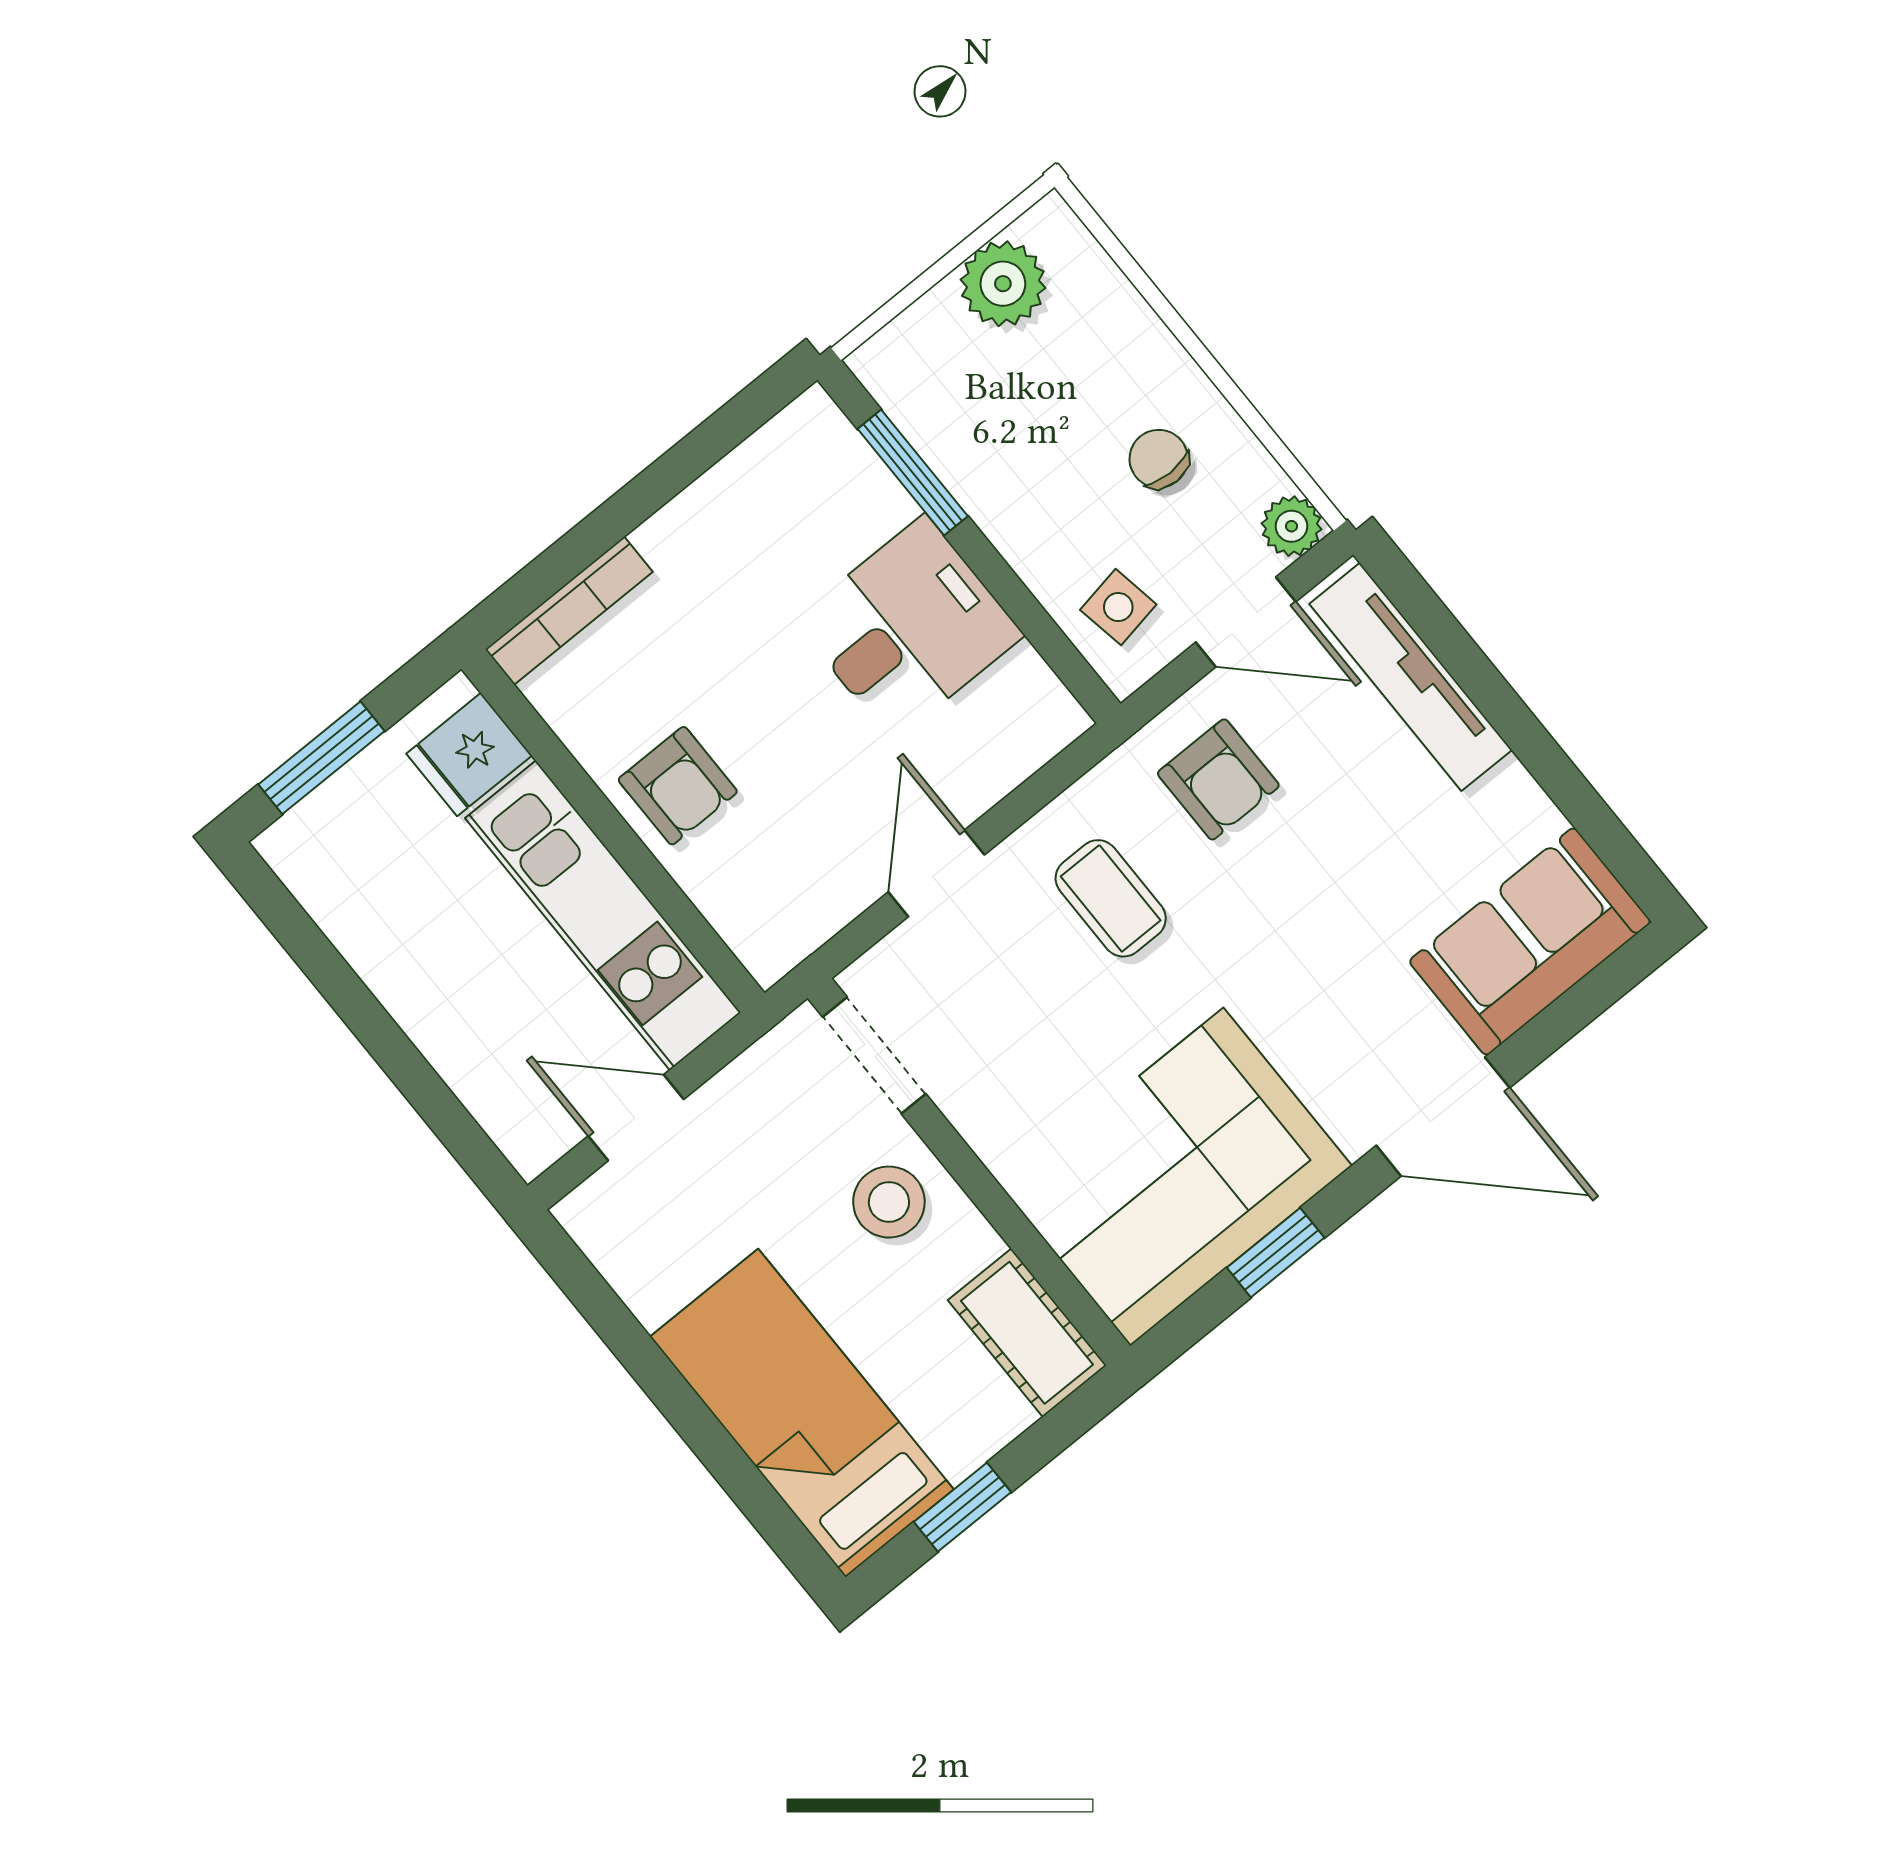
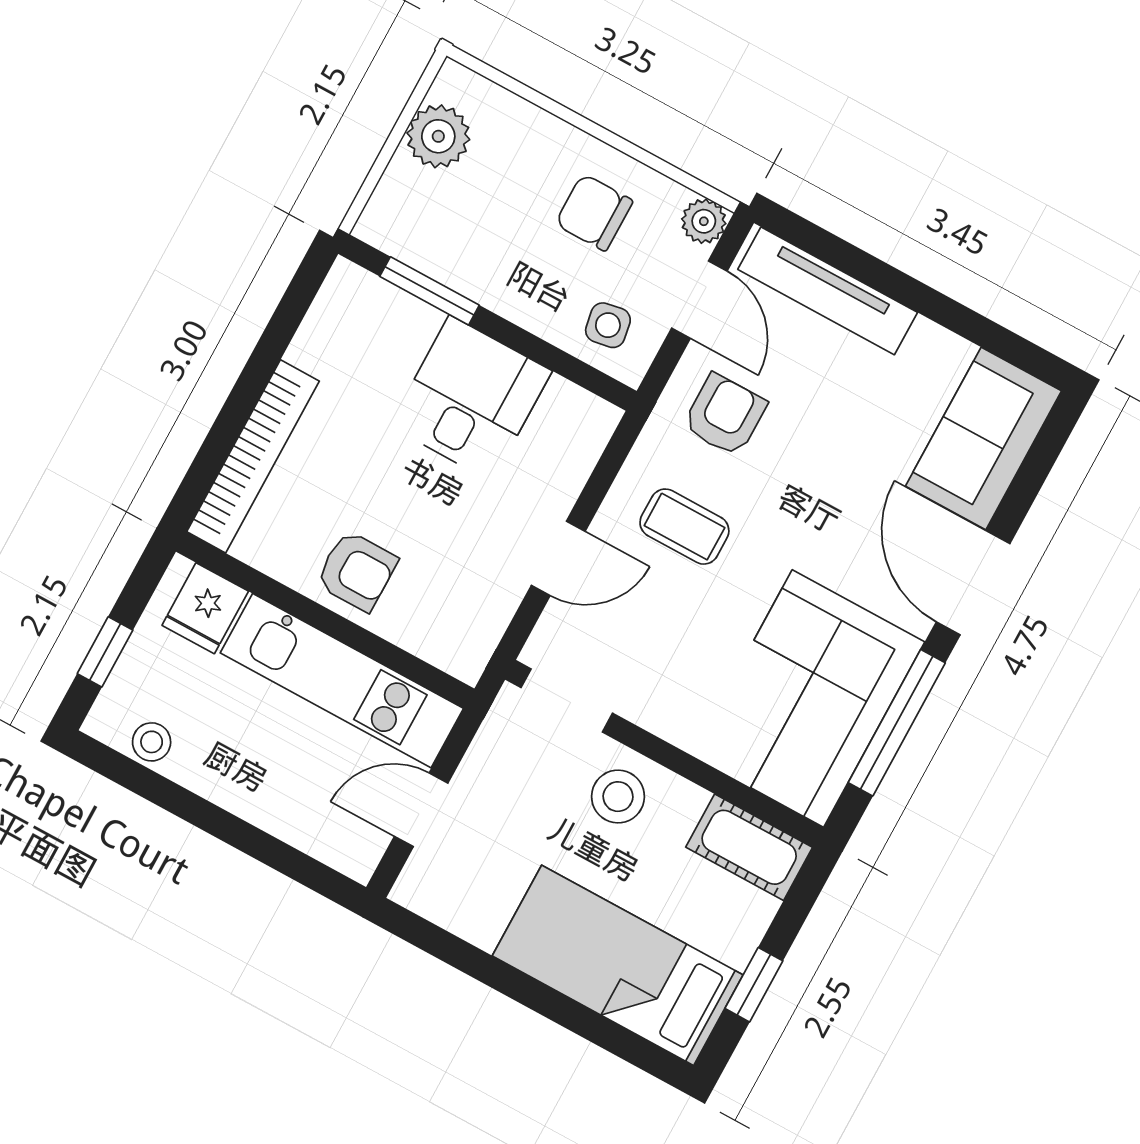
chair: (1159, 459) -> (594, 212), width x1.37, depth x1.37
bookcase: (569, 611) -> (253, 456), width x1.48, depth x1.31
door: (1246, 622) -> (699, 300), hinge flipped
window: (321, 758) -> (105, 652), width x0.67
armchair: (1218, 779) -> (725, 415), turned -90
door: (936, 873) -> (558, 558), swing flipped
stool: (333, 894) -> (152, 742), added
door: (1443, 1117) -> (973, 583), swing flipped
window: (1276, 1253) -> (897, 723), width x2.17

